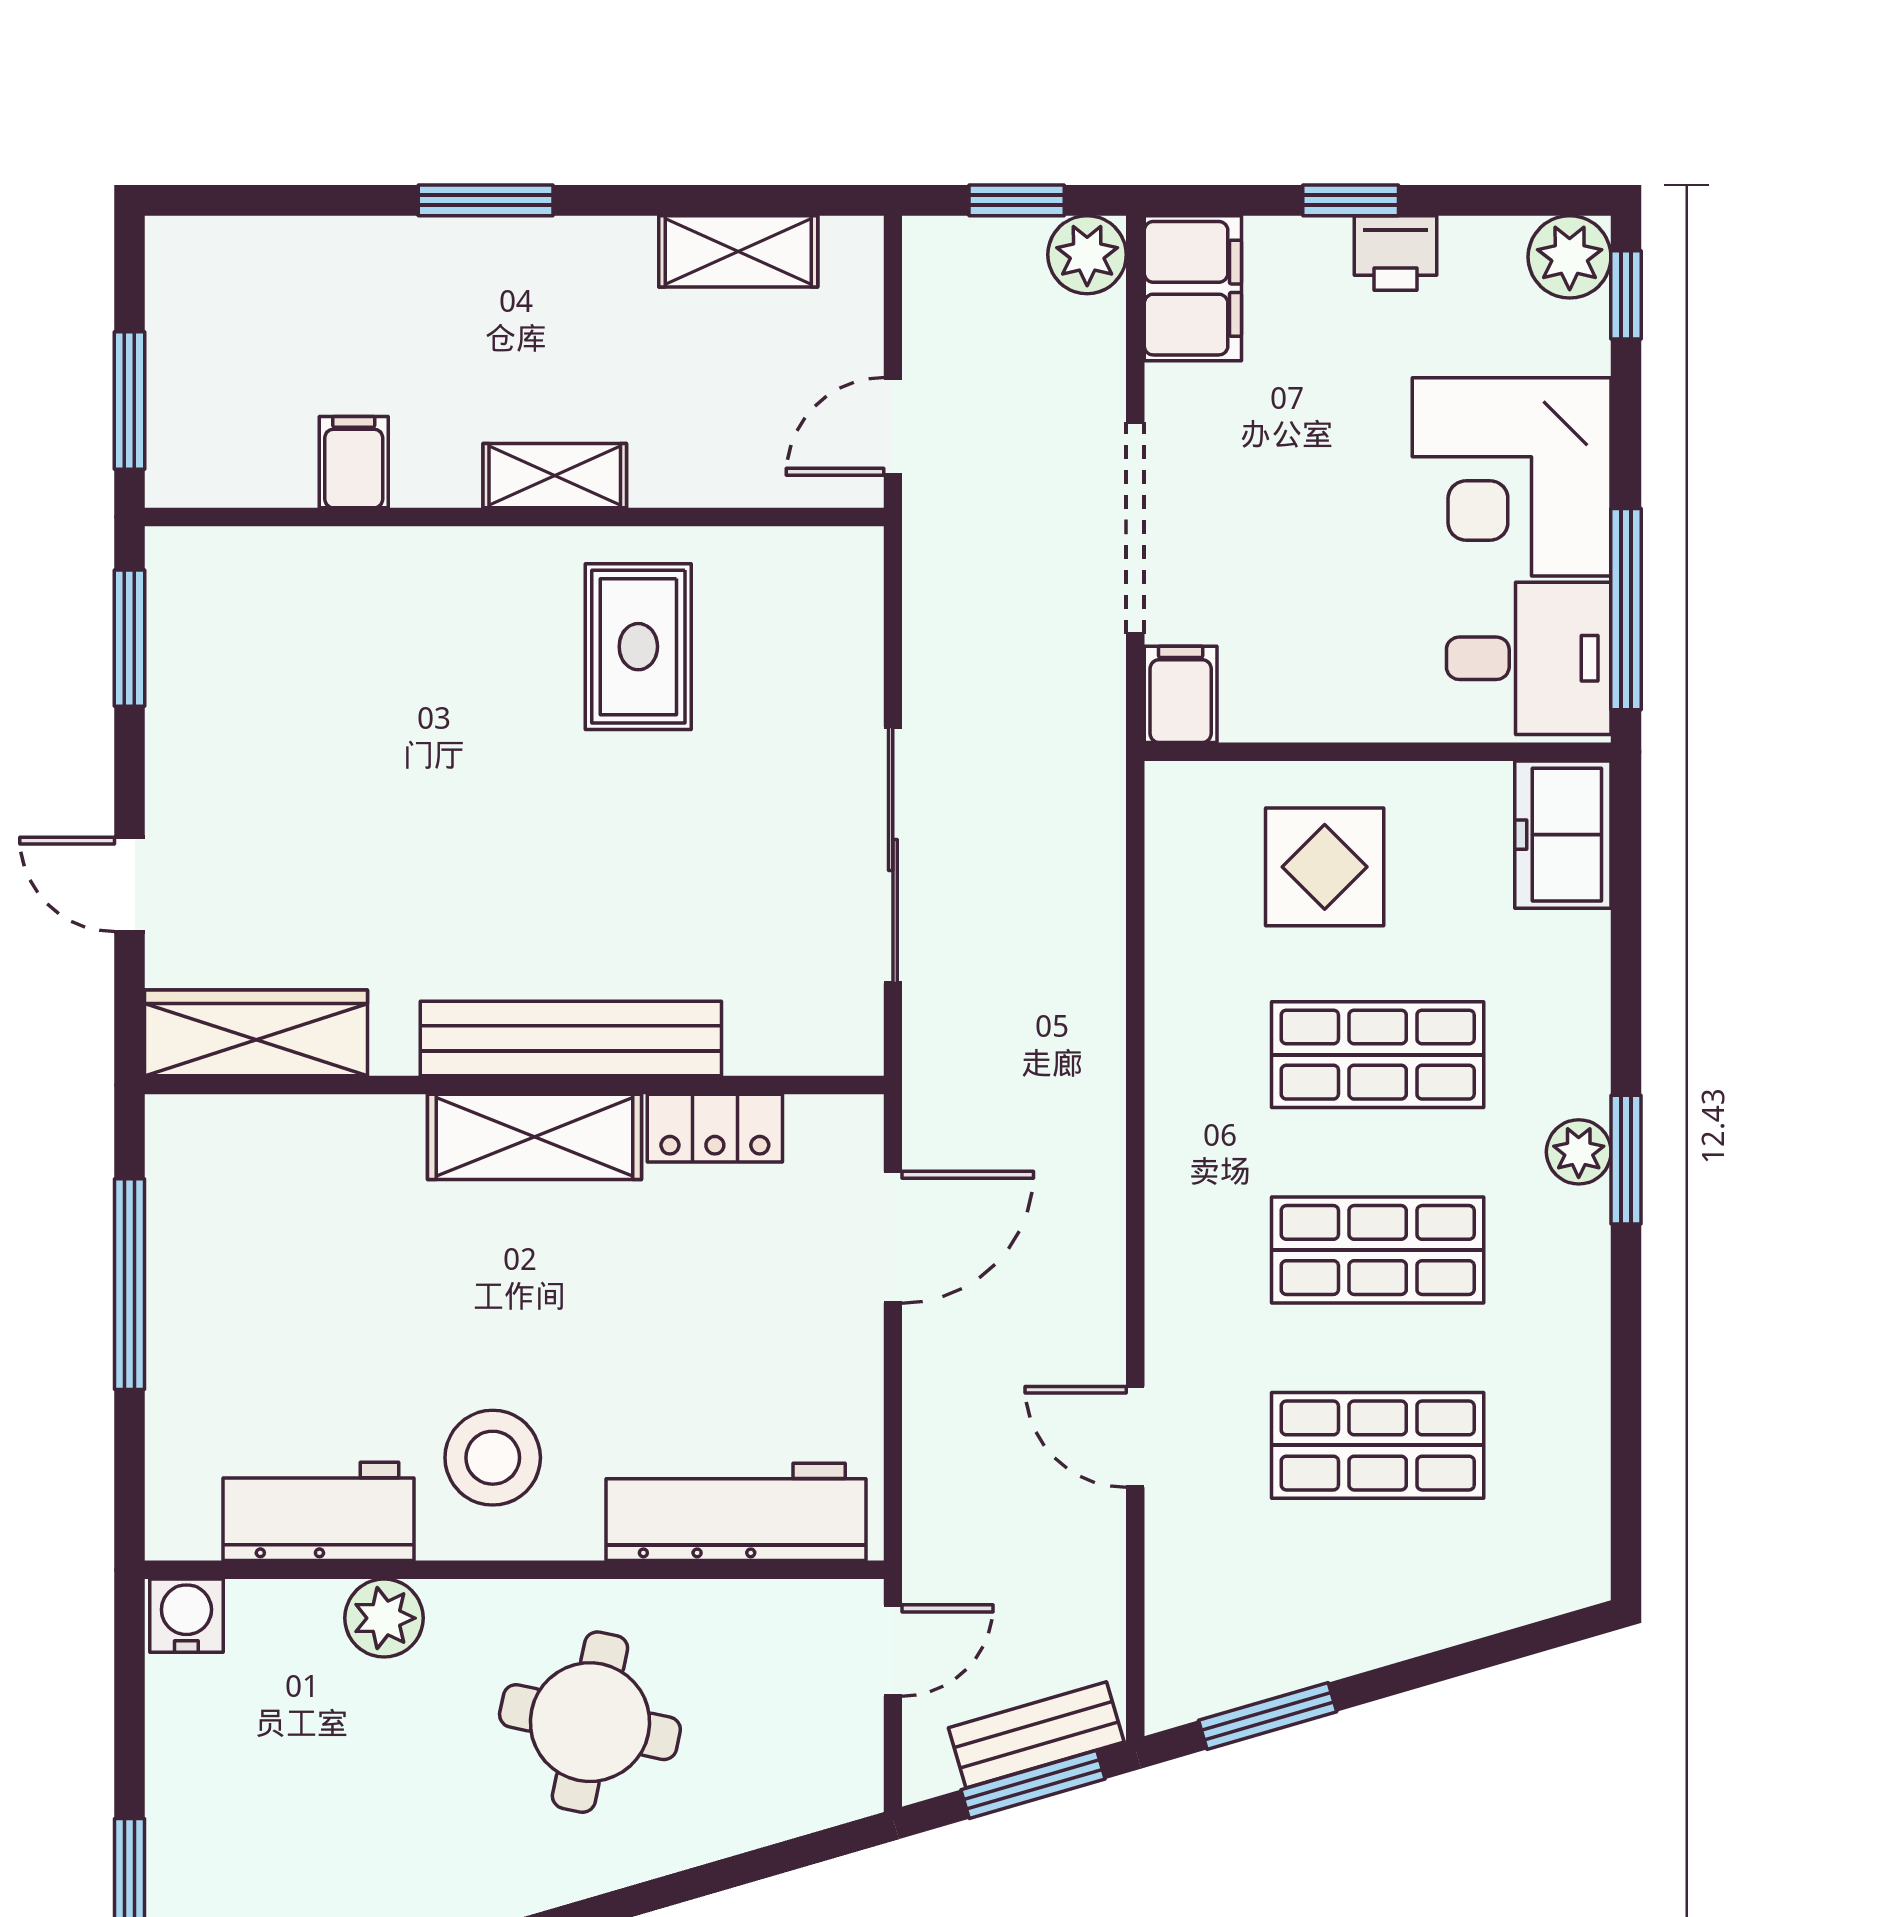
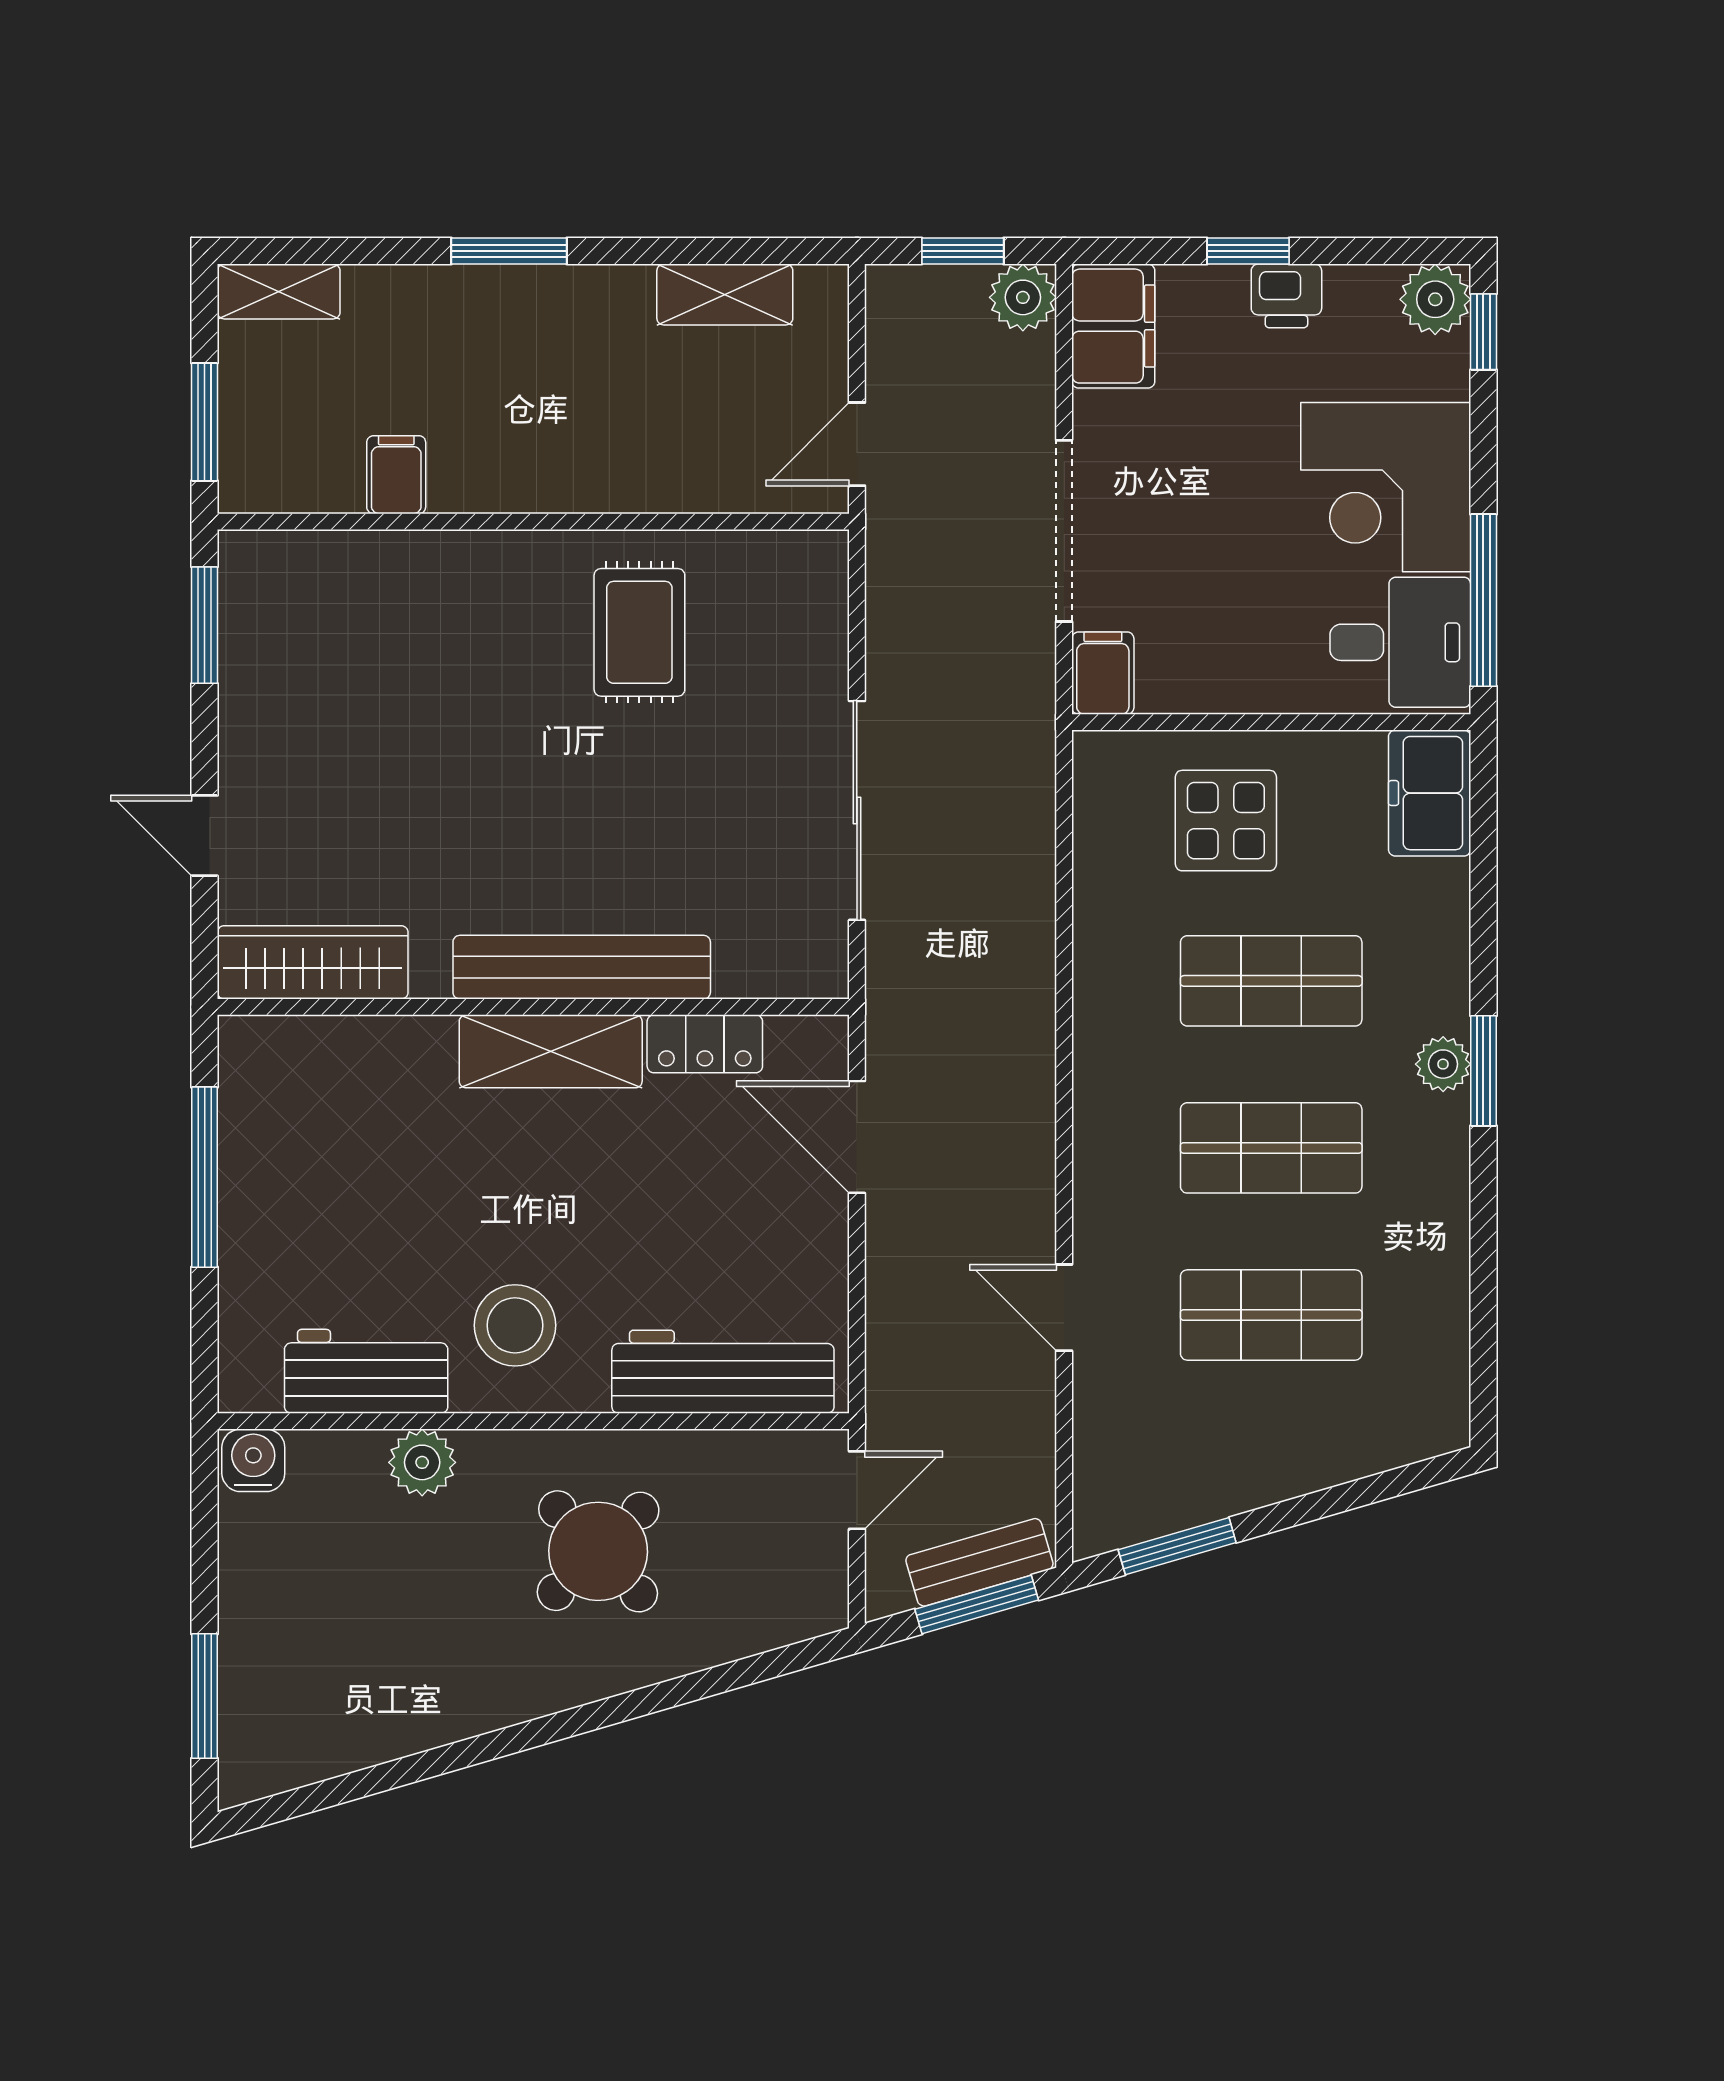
shelving: (555, 476) -> (279, 292), moved
door: (893, 1237) -> (857, 1137), swing flipped
round table: (590, 1722) -> (598, 1551), turned 34

